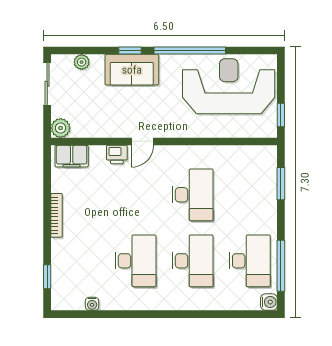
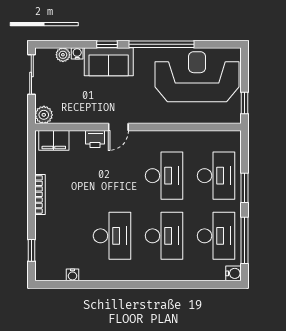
water cooler: (97, 61) -> (77, 53), added
window: (281, 184) -> (245, 188), moved
desk: (250, 195) -> (216, 176), added

